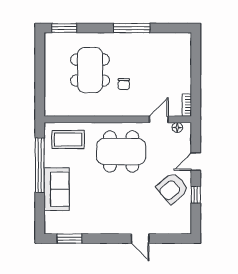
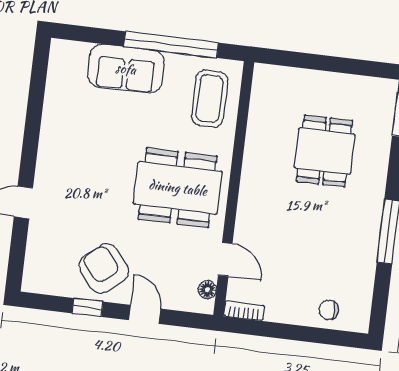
dining table: (90, 70) -> (325, 151), width x0.73
chair: (124, 84) -> (329, 310), moved
dining table: (121, 152) -> (178, 188), turned 90
window: (69, 239) -> (38, 80), removed

